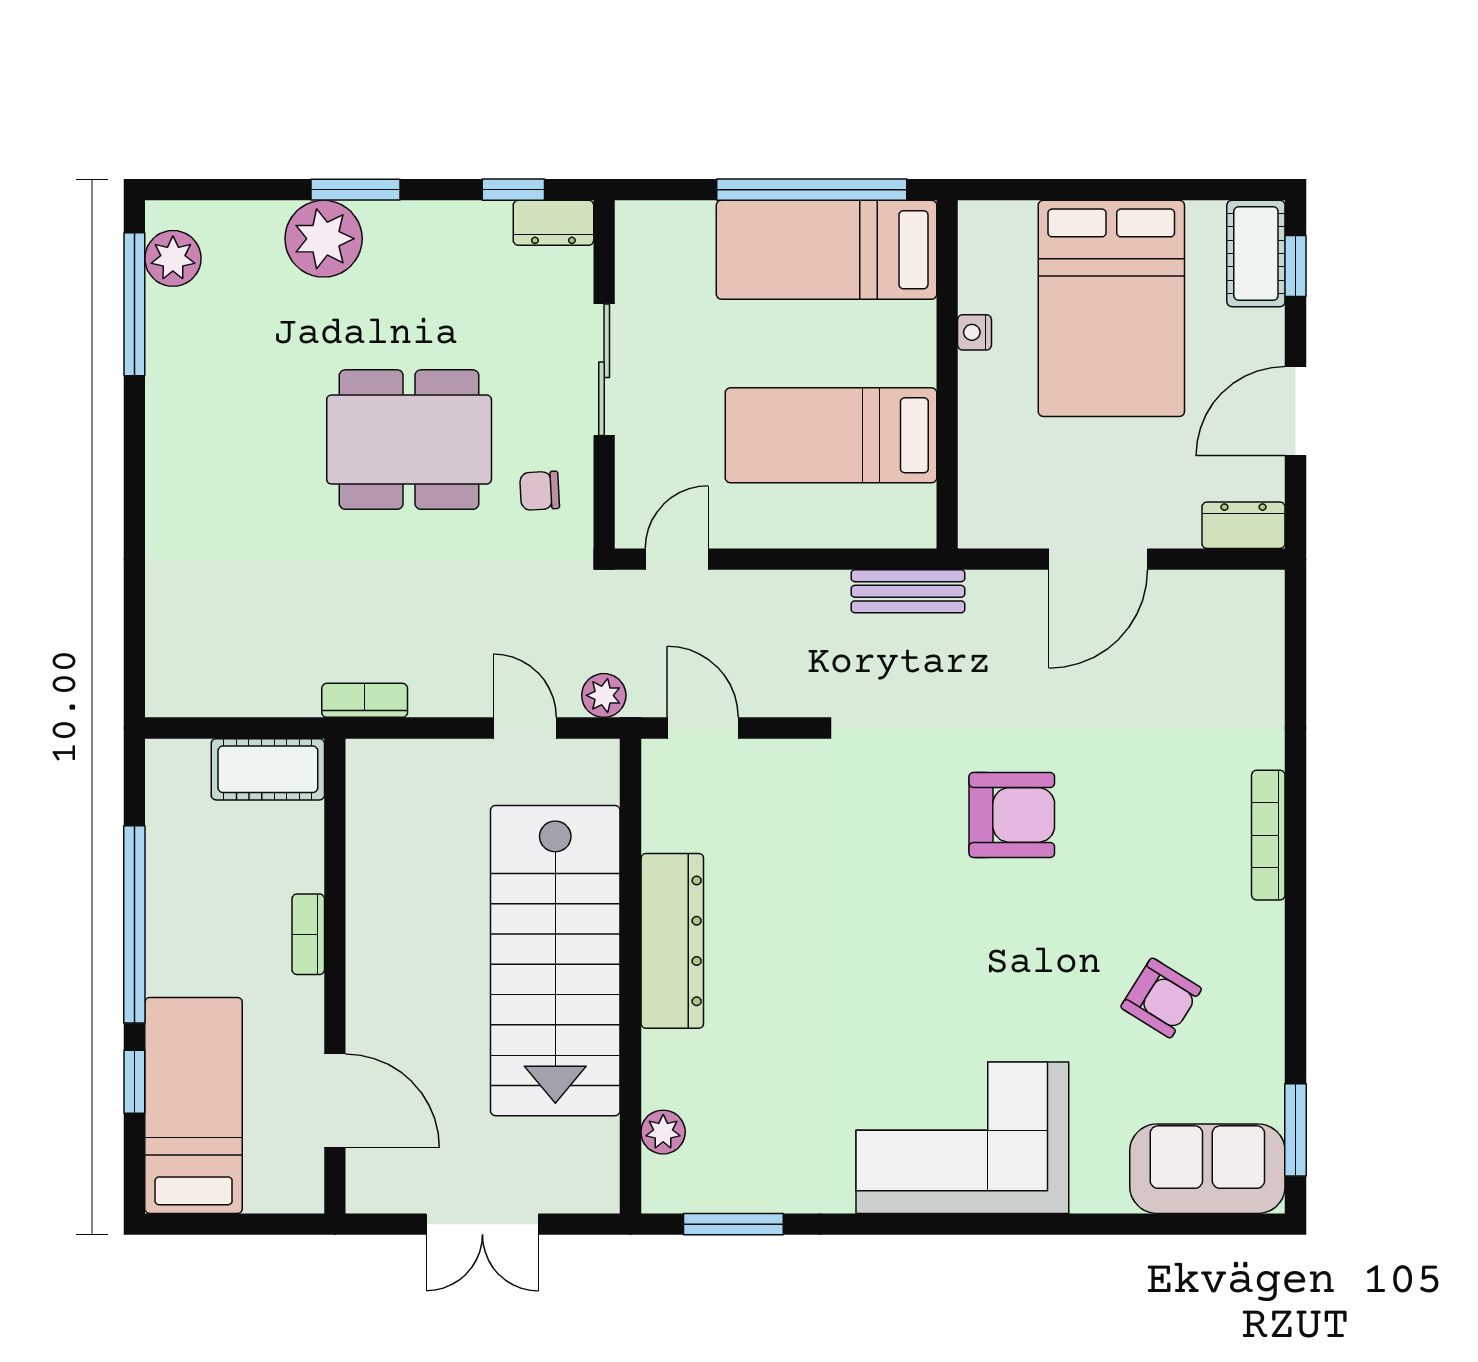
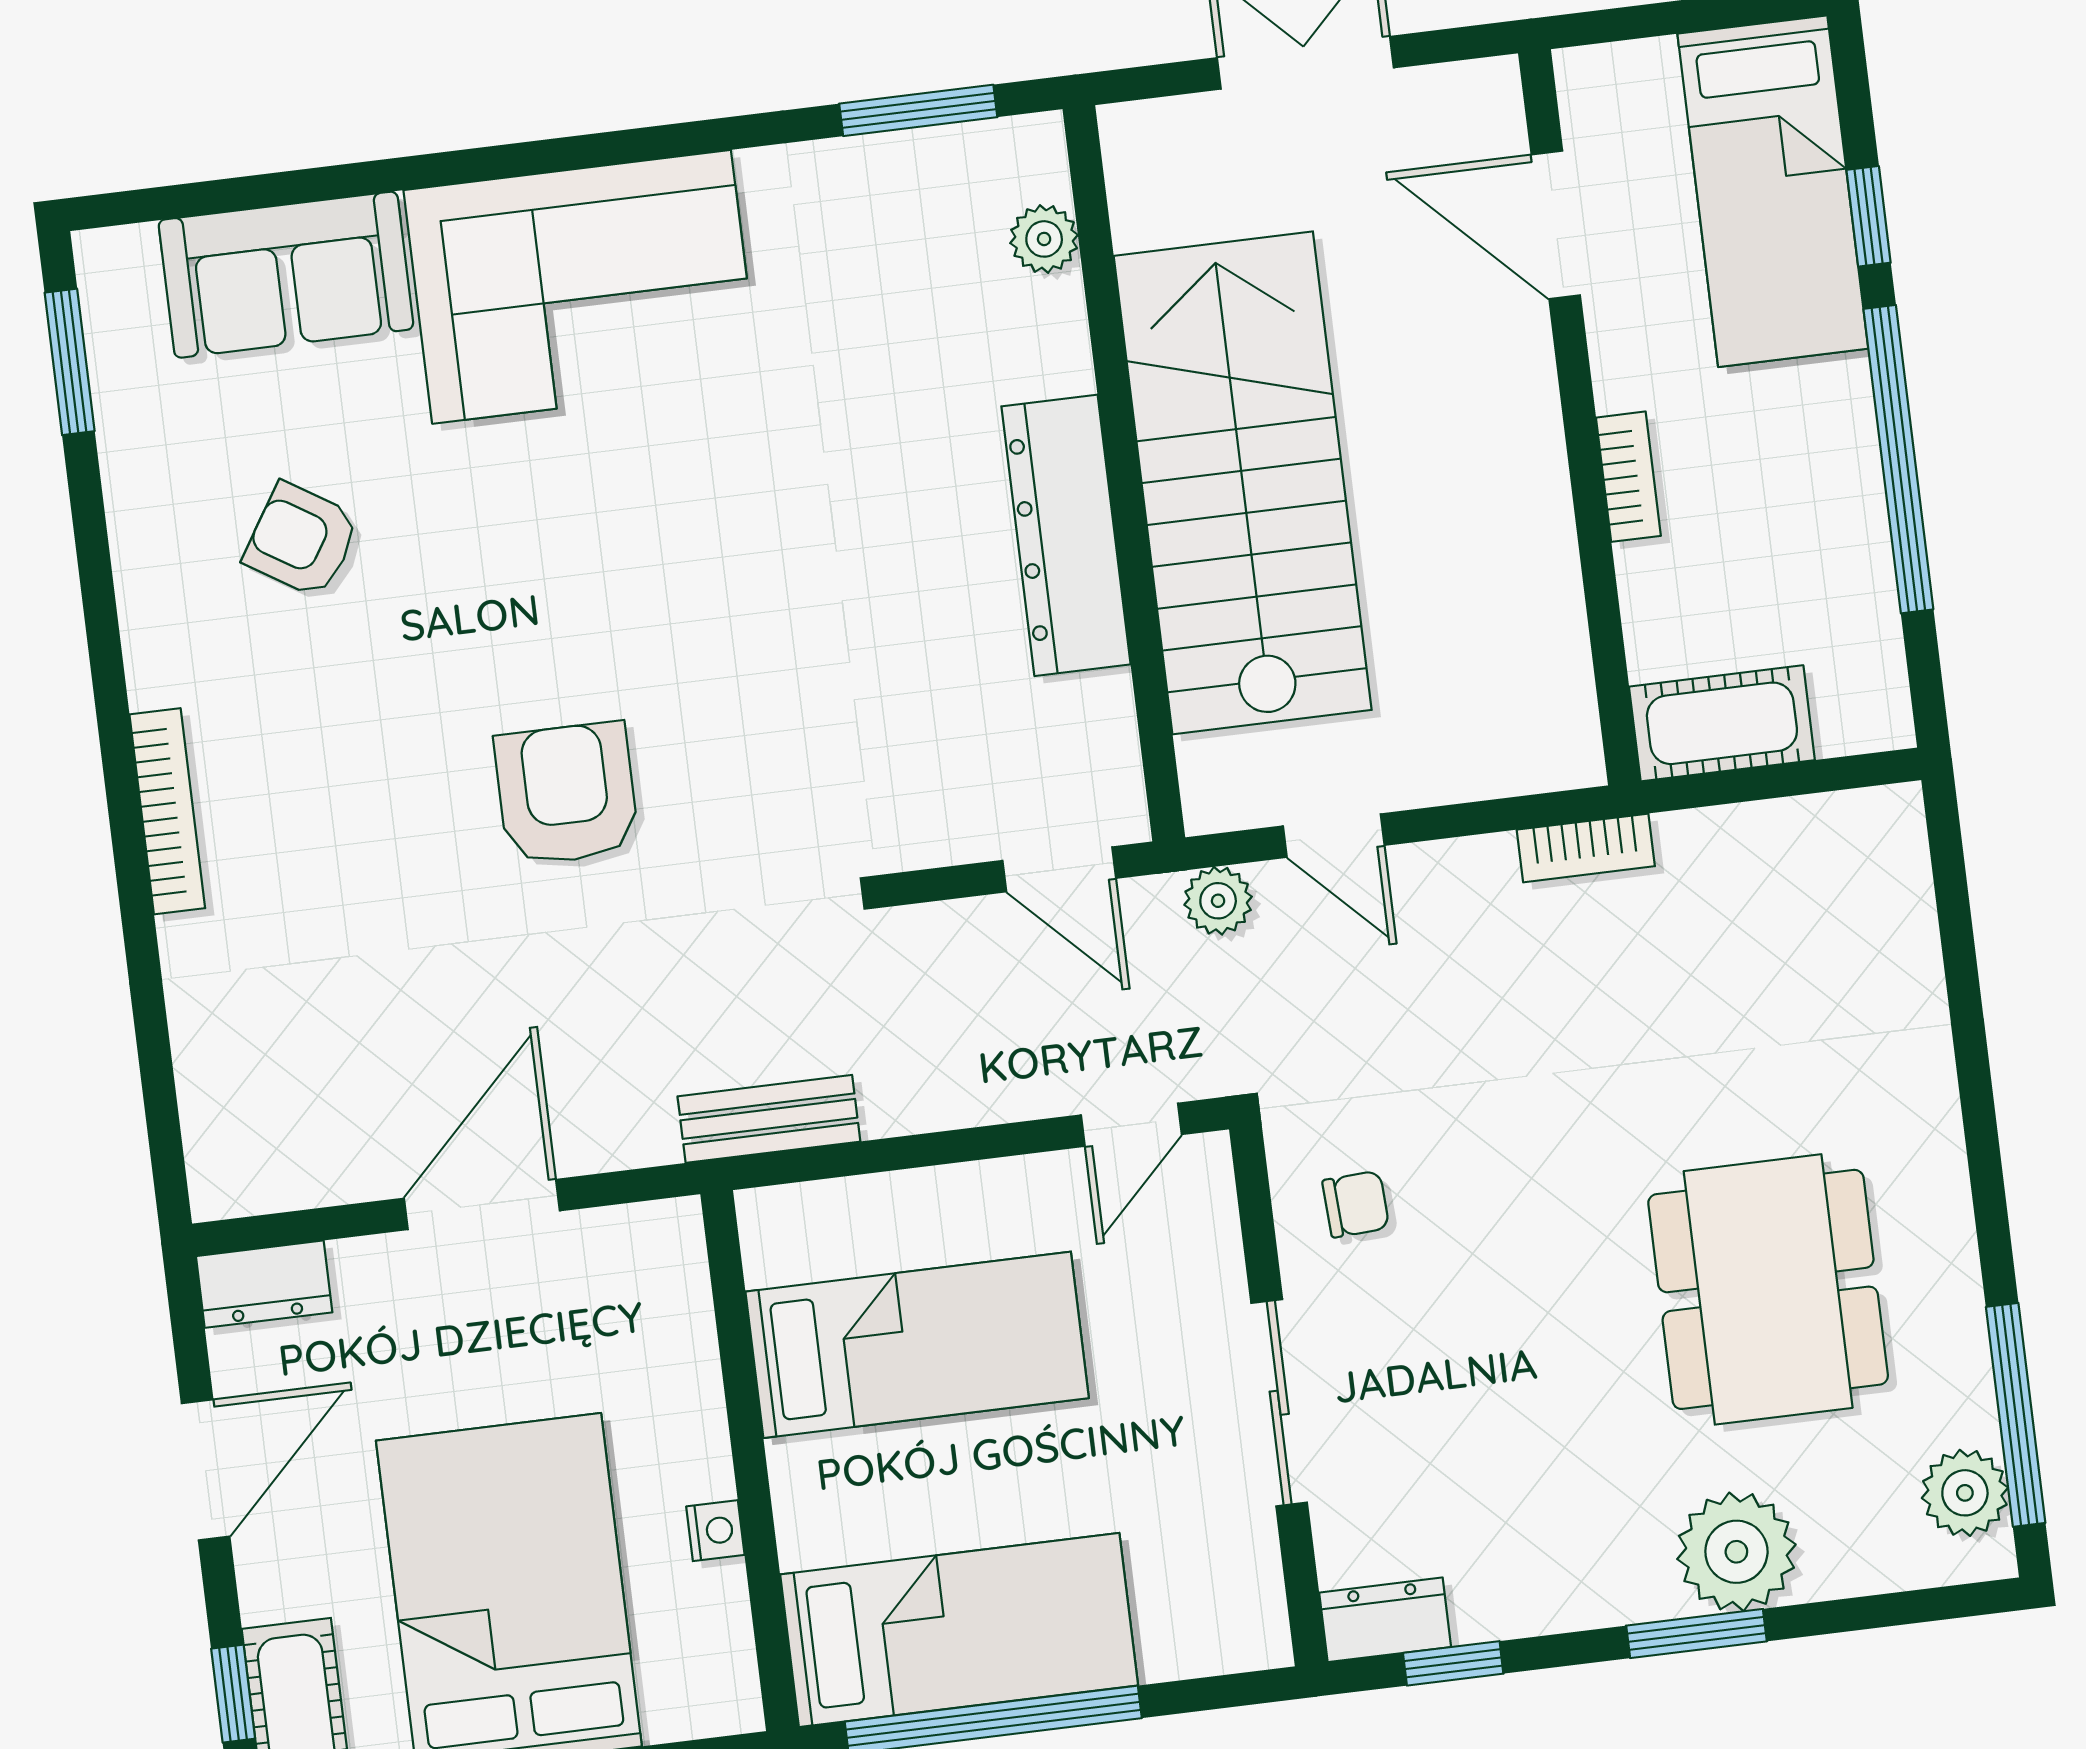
dining table: (409, 440) -> (1768, 1289), moved, turned 90
armchair: (1012, 815) -> (567, 794), turned 90
sofa: (1207, 1169) -> (286, 275), moved

